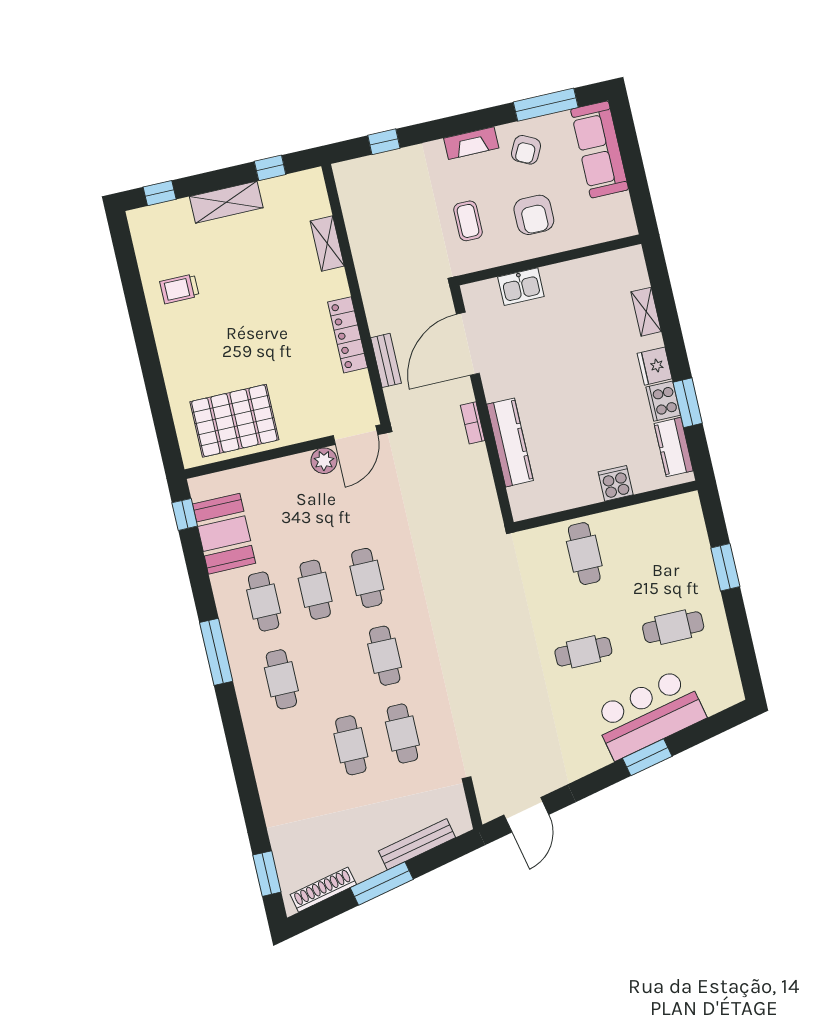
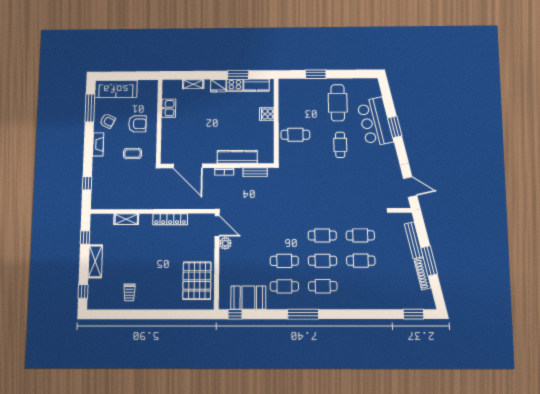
kitchen sink: (521, 287) -> (169, 108), moved
bench: (386, 360) -> (255, 172), moved
cafe table: (367, 578) -> (322, 261), moved
cafe table: (673, 627) -> (338, 103), width x1.37, depth x1.35
shoe rack: (323, 890) -> (423, 274), moved

